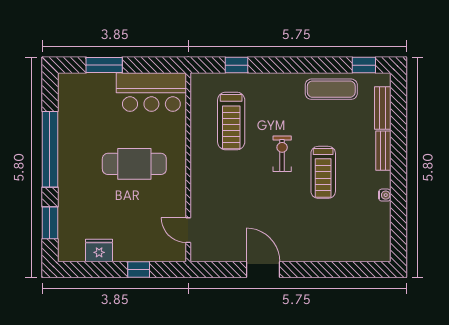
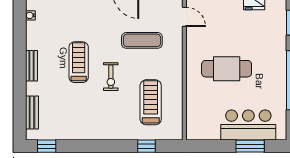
exercise mat: (331, 89) -> (142, 40), moved
bar counter: (151, 92) -> (248, 125), moved
bench: (383, 151) -> (31, 66), moved
water cooler: (385, 195) -> (30, 15), moved

